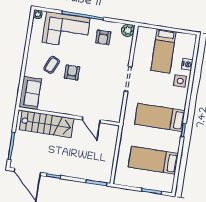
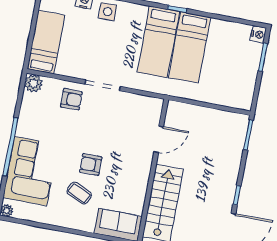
armchair: (103, 37) -> (71, 99), moved
bed: (163, 51) -> (46, 42), moved, turned -90
bed: (153, 160) -> (189, 47), moved
nightstand: (167, 188) -> (258, 34), added

